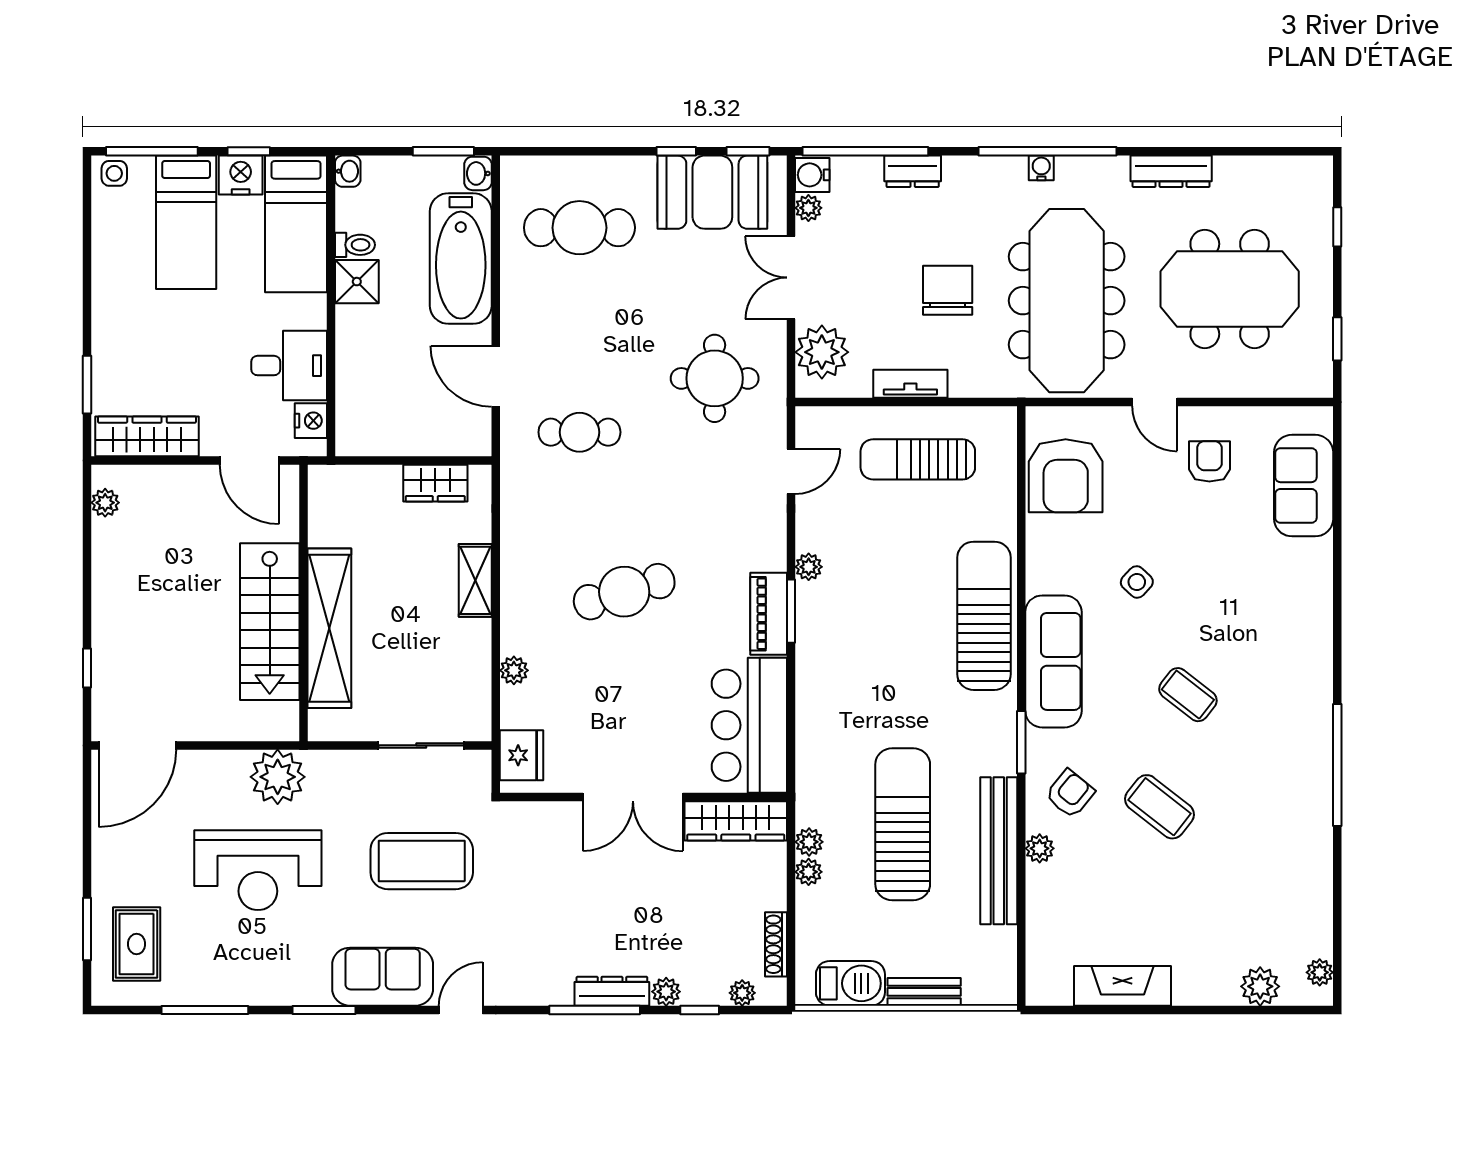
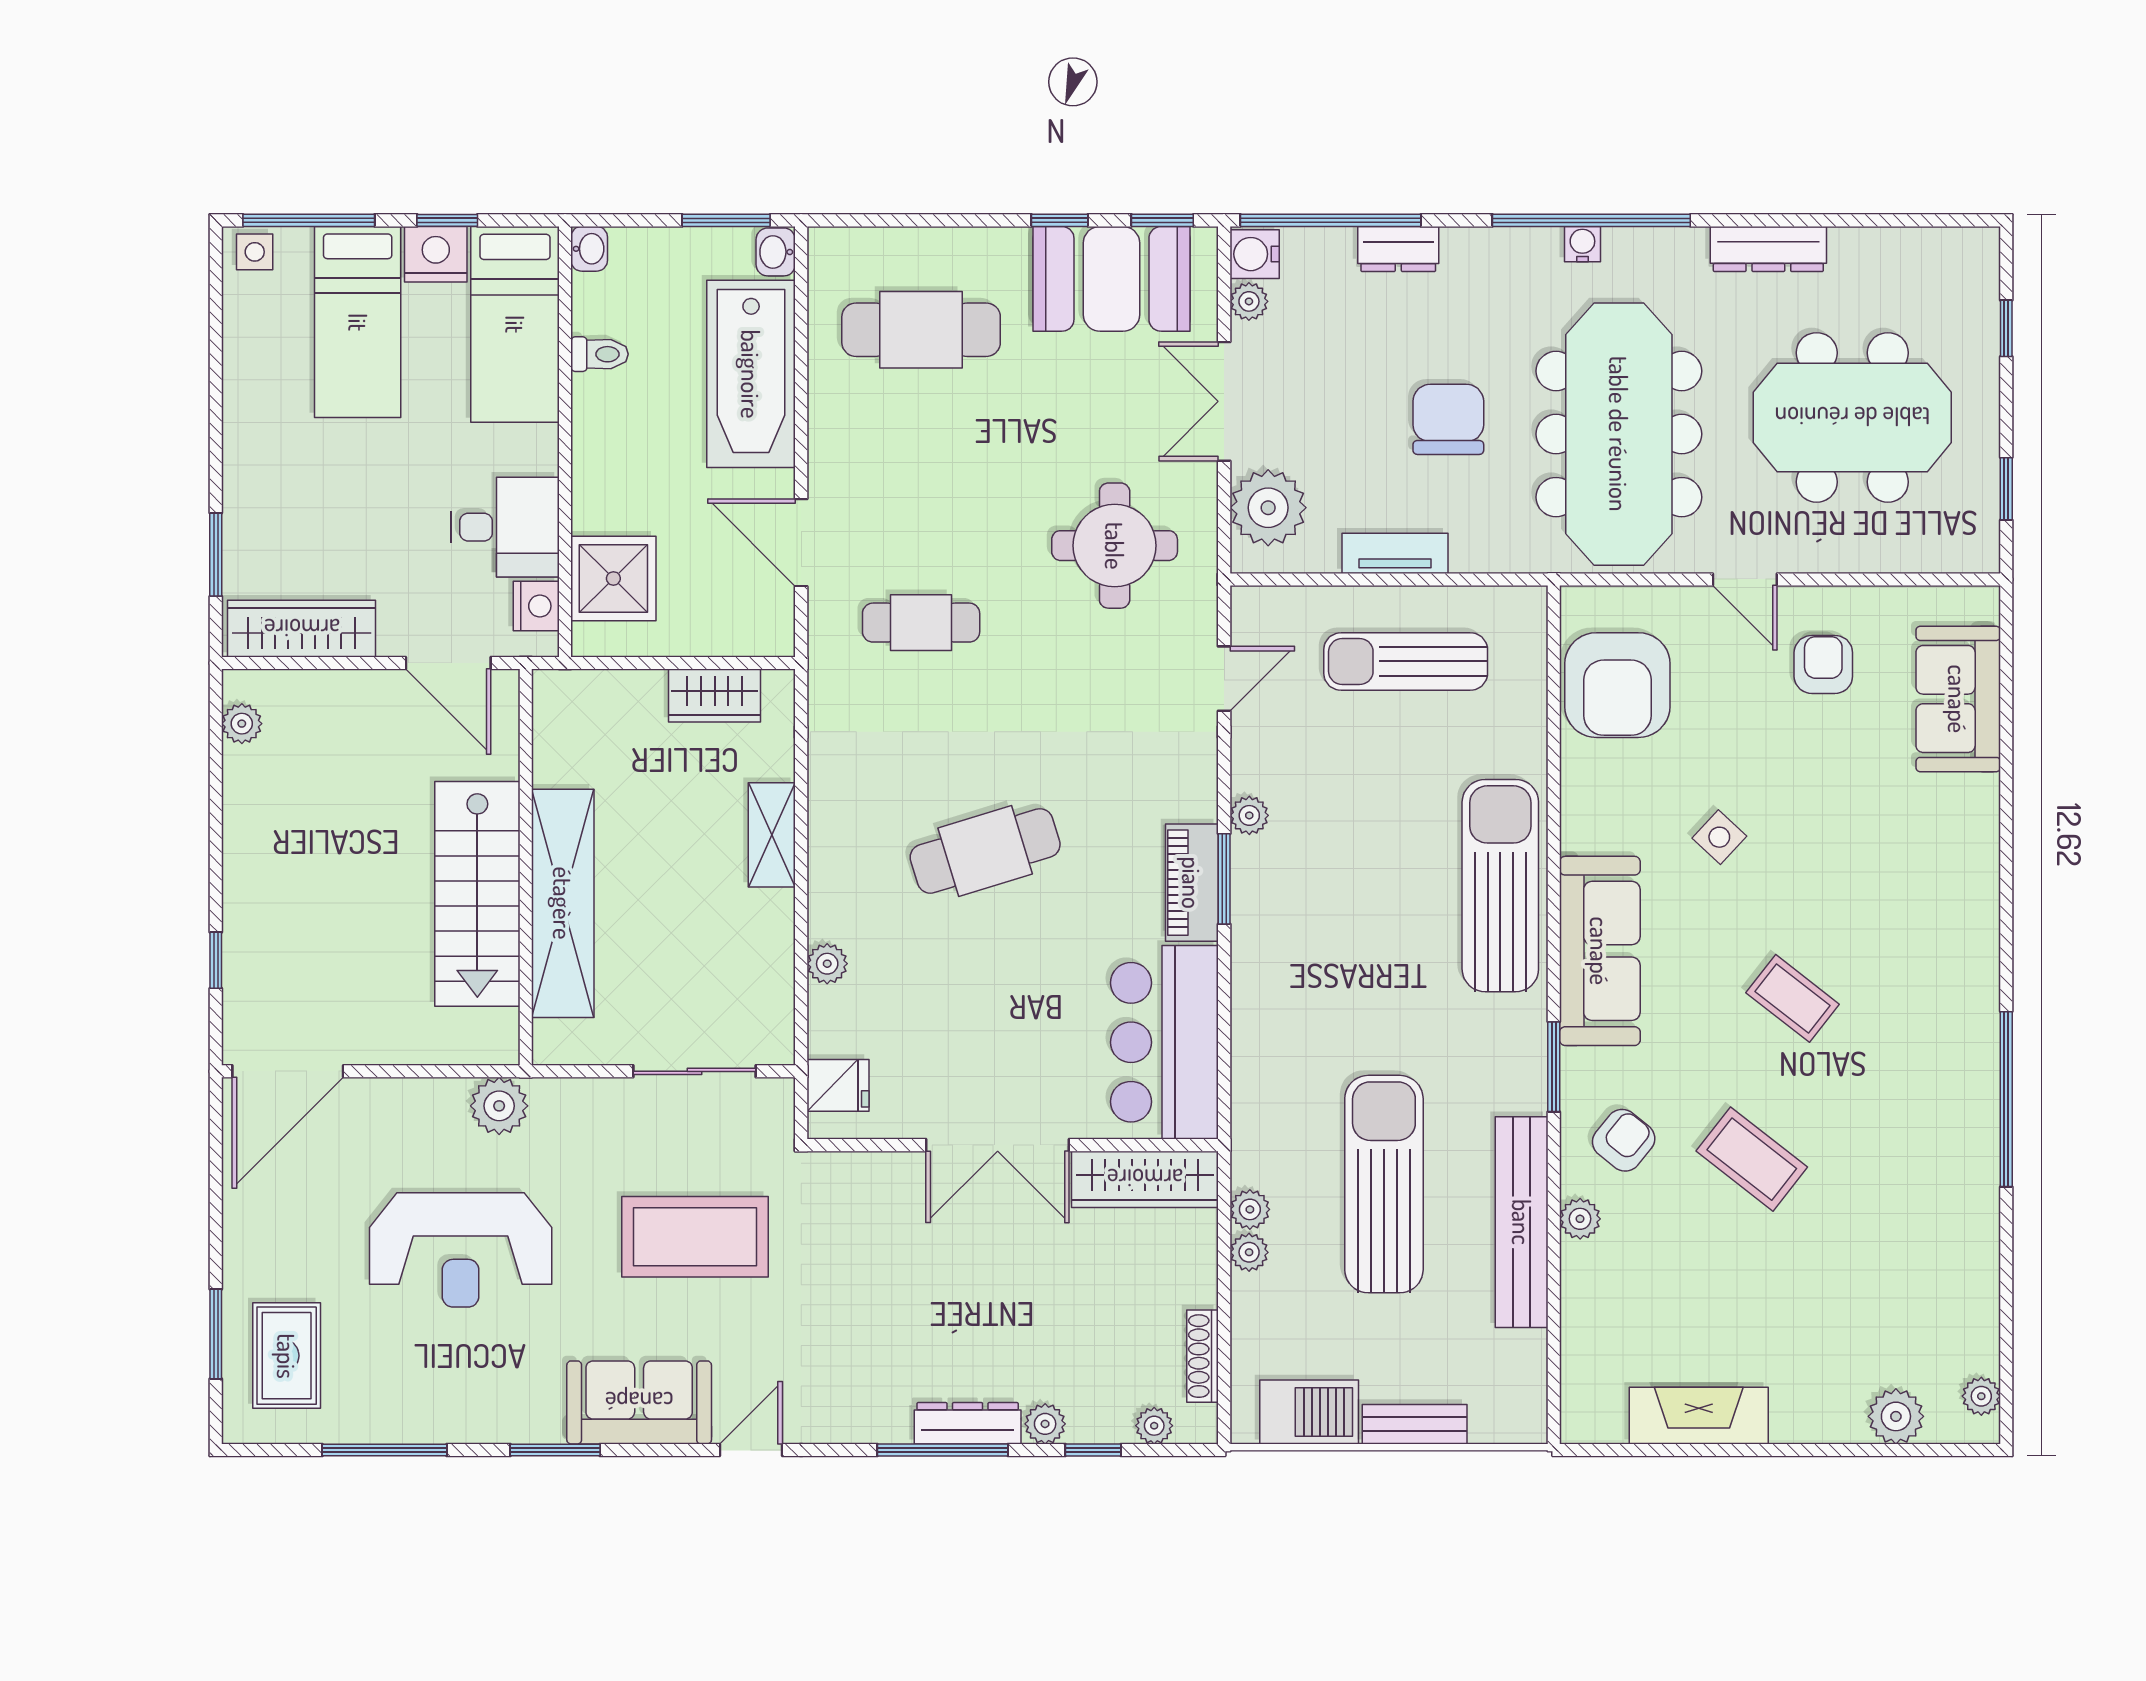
shower: (357, 282) -> (613, 578), moved, width x1.36, depth x1.36
fridge: (521, 755) -> (838, 1085), width x0.72
plant: (278, 777) -> (499, 1106), width x0.73, depth x0.73

